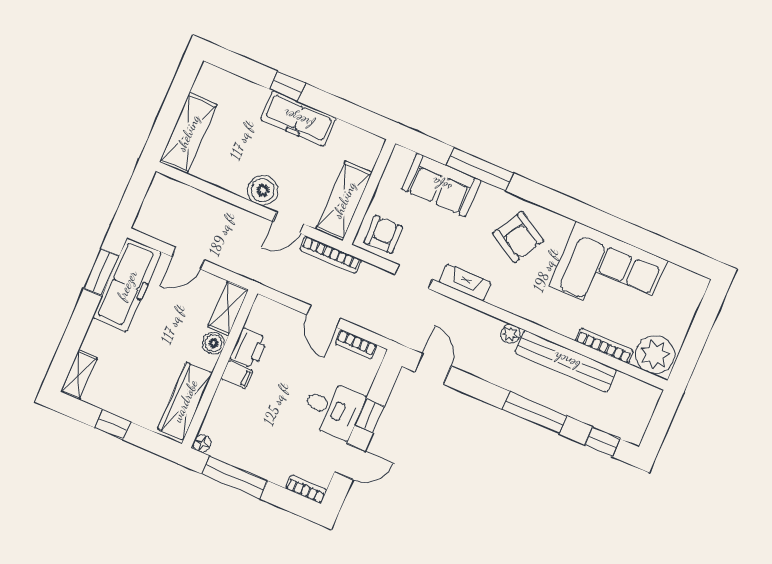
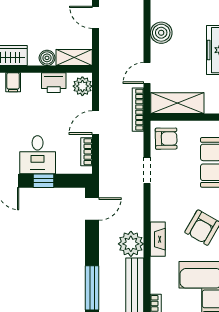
boiler: (263, 190) -> (161, 33), moved
door: (288, 223) -> (147, 73), hinge flipped
fireplace: (465, 282) -> (158, 239), moved
plant: (270, 313) -> (82, 86), added
plant: (510, 334) -> (131, 244), width x1.88, depth x1.88
filing cabinet: (237, 375) -> (13, 82), moved

